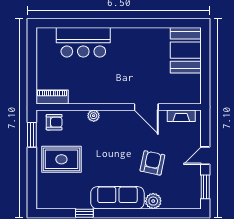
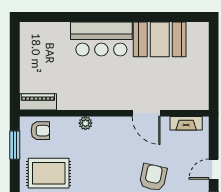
bar counter: (83, 42) -> (101, 39), moved
booth: (186, 50) -> (160, 39), moved, turned 90

